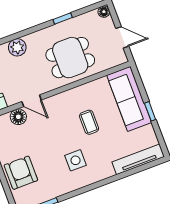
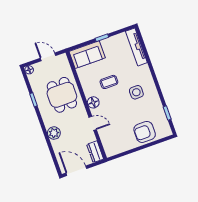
door: (122, 37) -> (48, 57), hinge flipped
sofa: (129, 99) -> (87, 55), width x0.73
door: (32, 101) -> (93, 123), hinge flipped
floor lamp: (18, 117) -> (93, 102), moved

